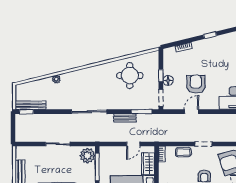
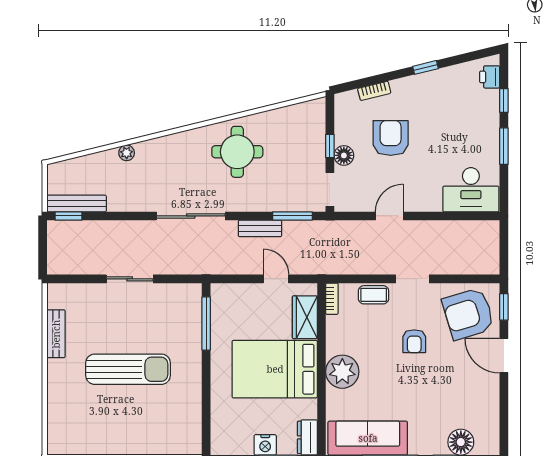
round table: (130, 76) -> (237, 152), moved
armchair: (196, 84) -> (391, 138), moved
door: (133, 144) -> (276, 279), swing flipped
plant: (87, 156) -> (187, 302), removed

